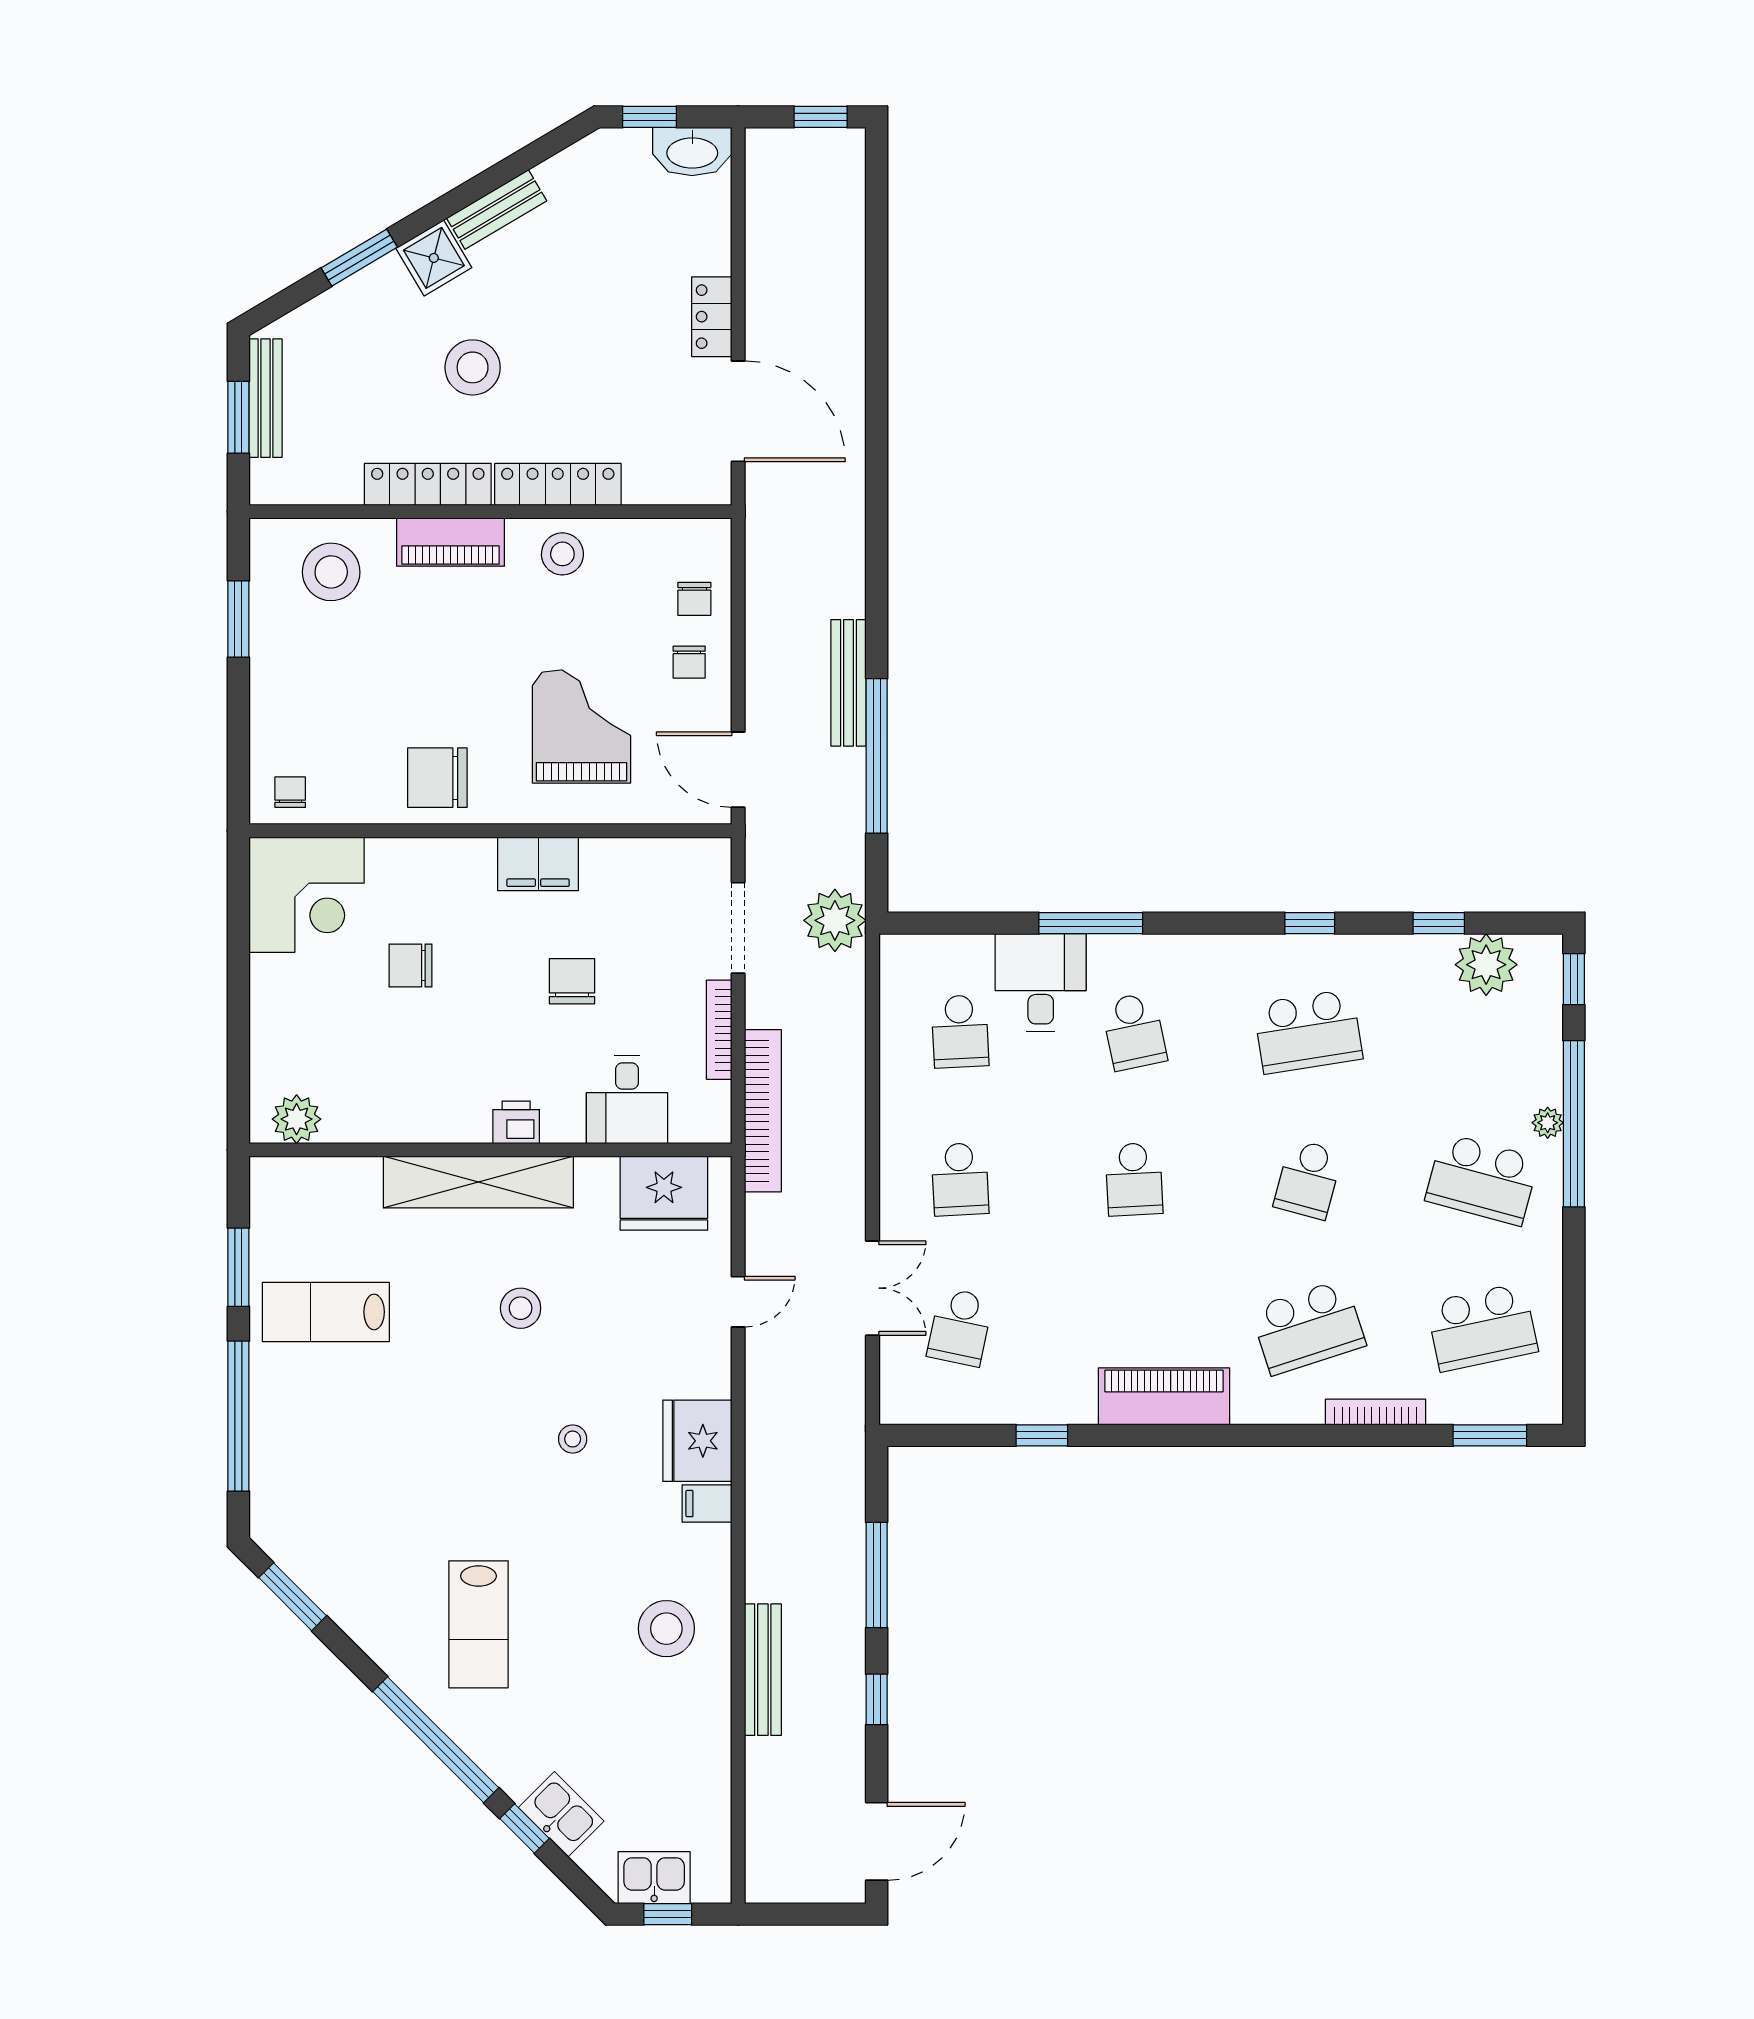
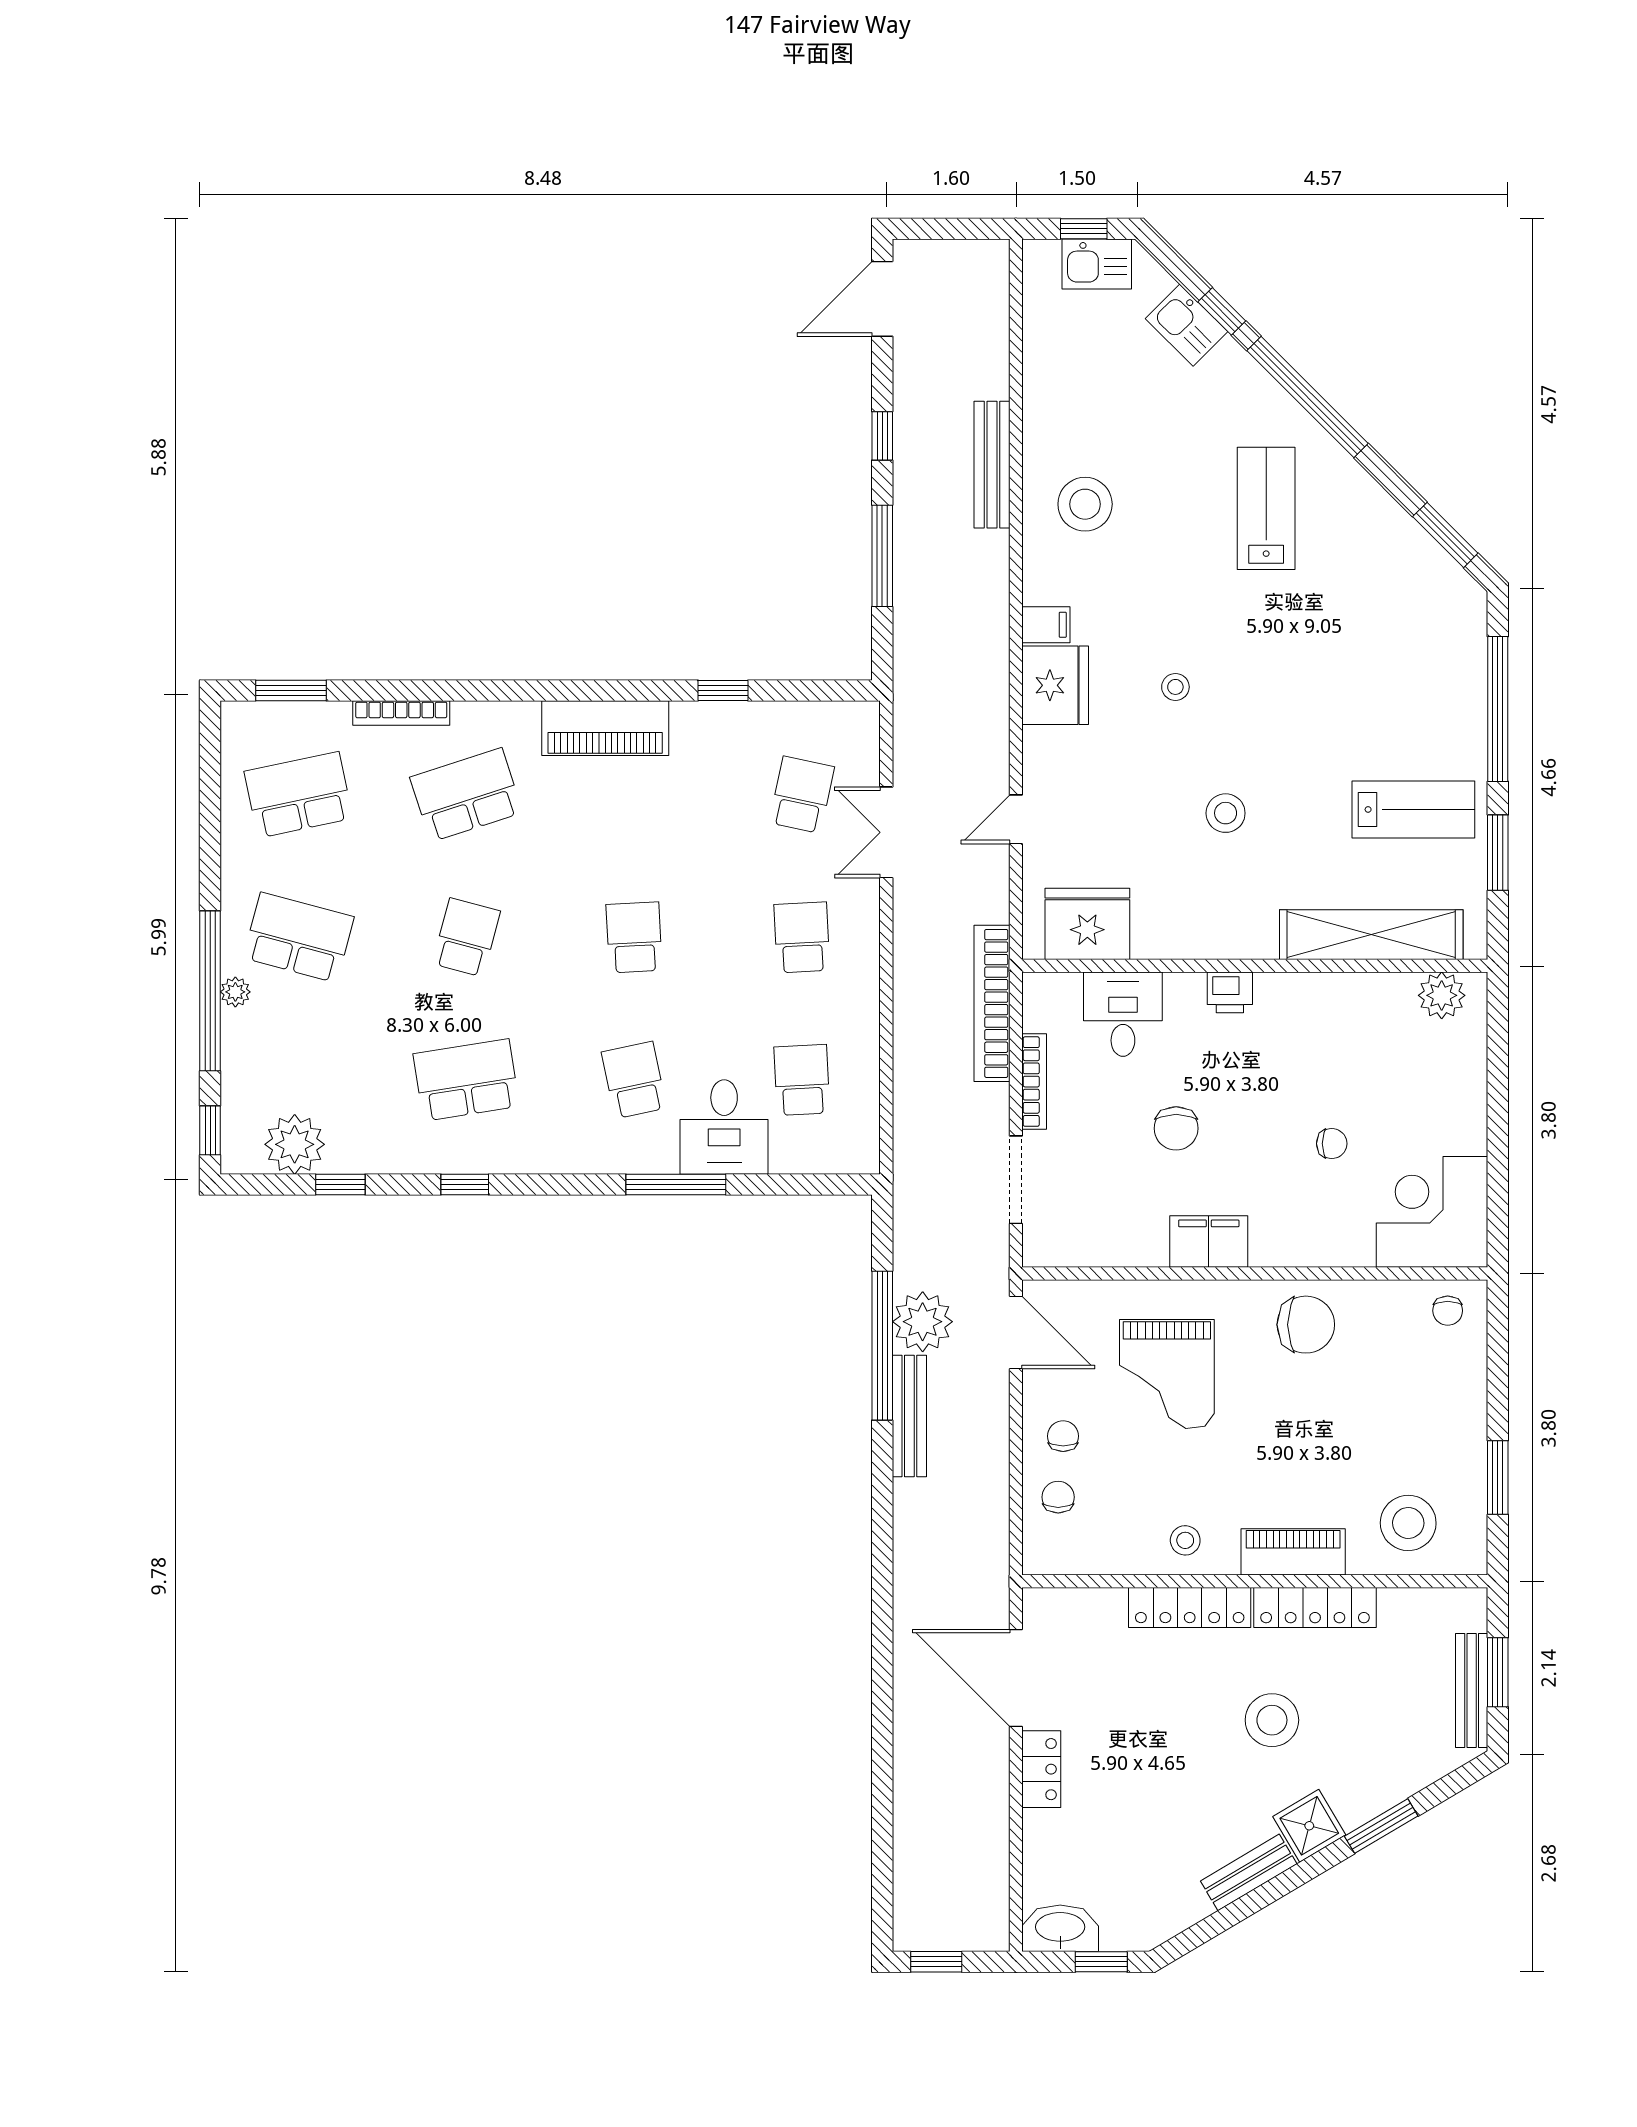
stool: (562, 554) -> (1185, 1540), width x0.73, depth x0.73
plant: (835, 920) -> (923, 1322), moved
chair: (410, 965) -> (1332, 1144), width x0.73, depth x0.73
shelving: (478, 1182) -> (1371, 935), moved

